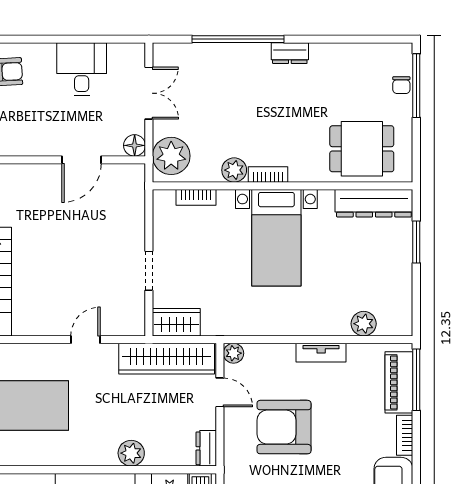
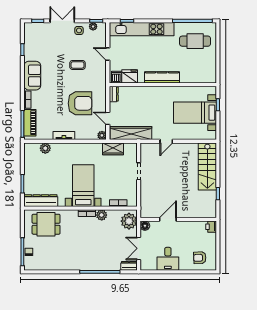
dresser: (290, 53) -> (129, 266), moved
wardrobe: (176, 322) -> (113, 149), moved
plant: (131, 453) -> (146, 92), removed

